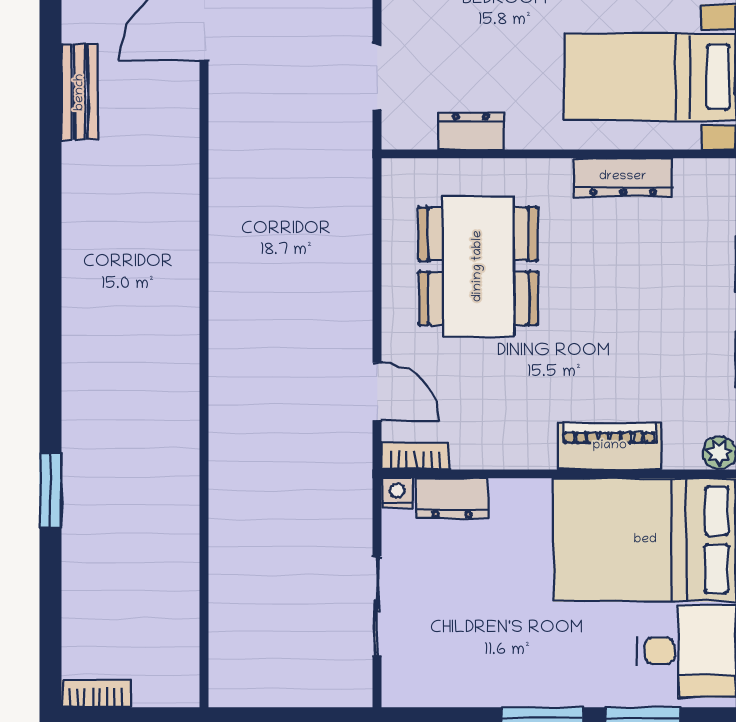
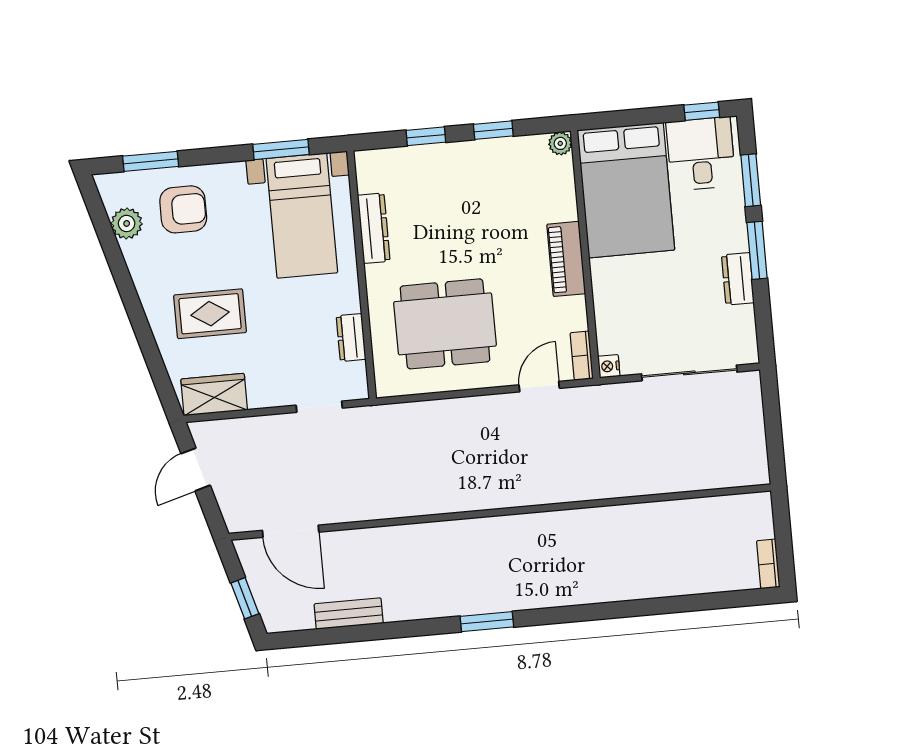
piano: (610, 446) -> (566, 259), moved
window: (51, 490) -> (487, 622), moved
dresser: (452, 498) -> (738, 279), moved, turned 180
sliding door: (377, 606) -> (689, 373), width x1.37

